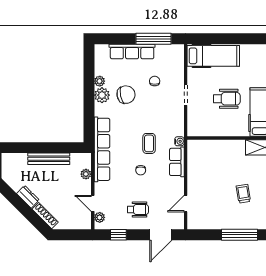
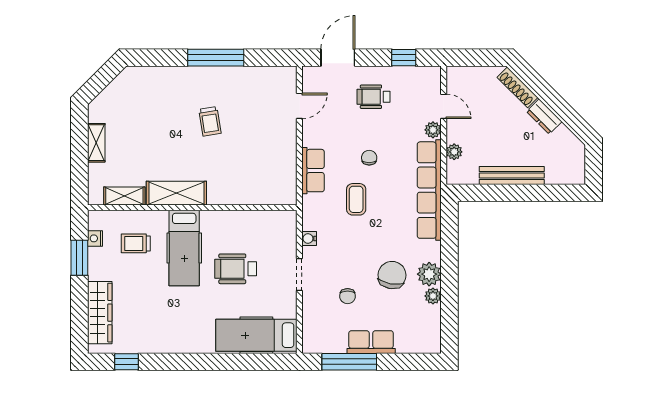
row of seats: (132, 51) -> (371, 342), width x0.68
chair: (126, 95) -> (392, 275), turned 112
water cooler: (179, 141) -> (309, 238), moved
plant: (100, 217) -> (433, 130), moved

